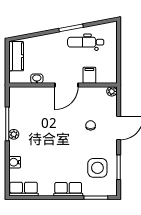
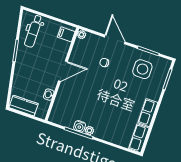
dental chair: (86, 42) -> (33, 31), moved
filing cabinet: (89, 75) -> (66, 34), moved
door: (67, 85) -> (63, 71), hinge flipped
water cooler: (15, 162) -> (80, 126), moved
row of seats: (68, 189) -> (148, 113), moved

